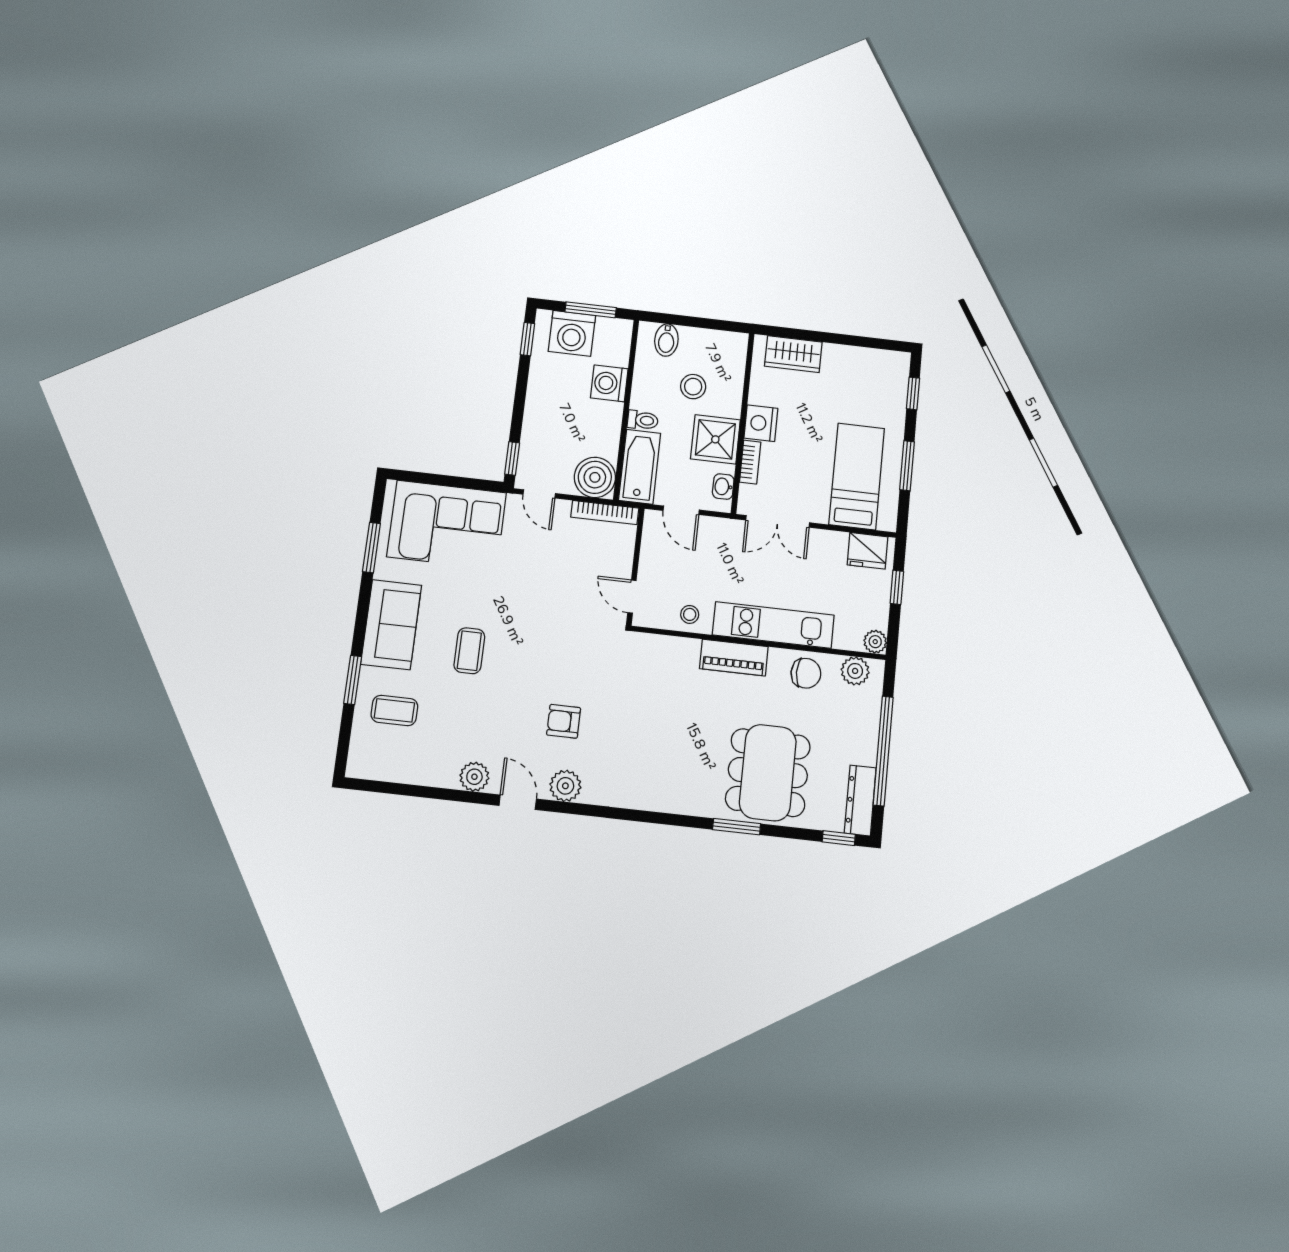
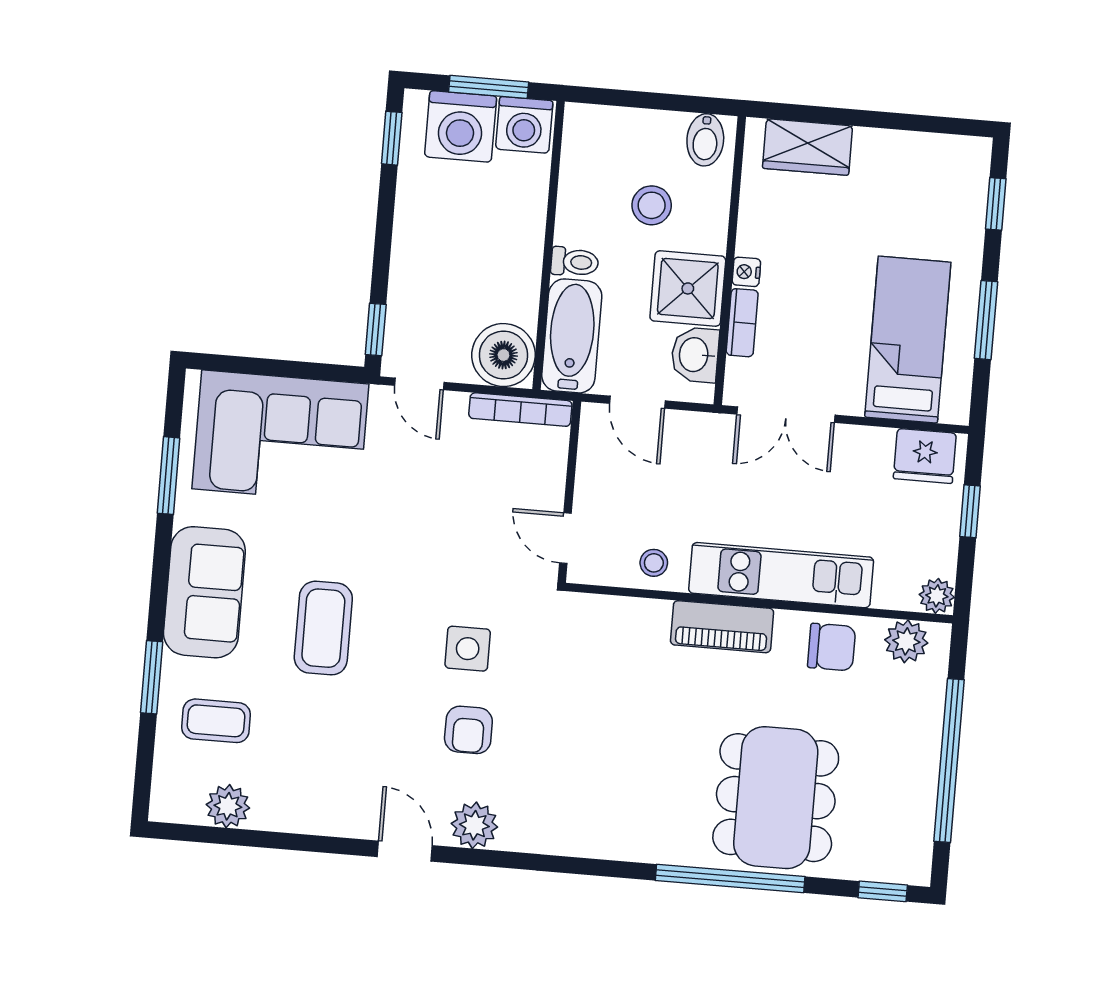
bidet: (666, 340) -> (705, 140), moved
washing machine: (609, 383) -> (524, 125), moved, turned -90
nightstand: (761, 423) -> (746, 272), width x0.53, depth x0.56
washbasin: (723, 487) -> (695, 355), width x1.38, depth x1.45
coffee table: (469, 651) -> (323, 628), width x1.36, depth x1.30
side table: (565, 667) -> (468, 649), added
armchair: (564, 721) -> (468, 730), turned -90
plant: (474, 777) -> (228, 806), moved
dresser: (860, 800) -> (915, 835), removed
window: (737, 827) -> (730, 879), width x2.11

